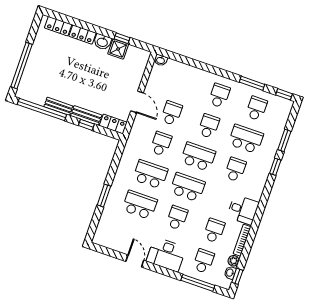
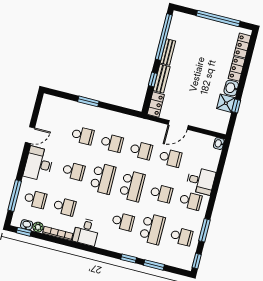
window: (21, 66) -> (218, 18), moved
desk: (199, 83) -> (201, 181), added
school desk: (150, 174) -> (112, 143), width x0.54
school desk: (140, 205) -> (83, 135), width x0.54

